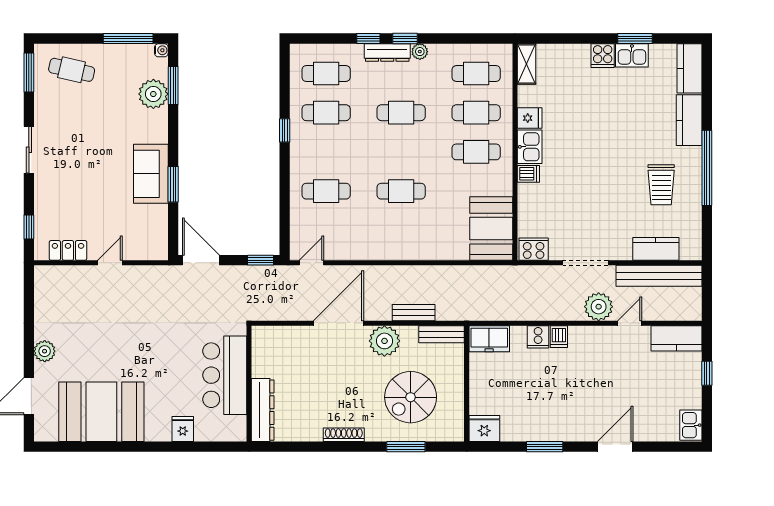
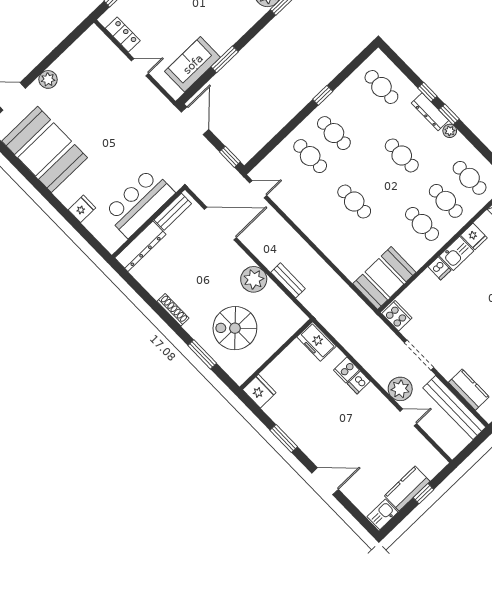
cafe table: (326, 113) -> (334, 133), moved
sofa: (151, 174) -> (193, 64), moved
door: (338, 323) -> (220, 223), moved
bench: (441, 334) -> (173, 212), moved, turned 90
kitchen counter: (676, 338) -> (407, 489), moved, turned 90

